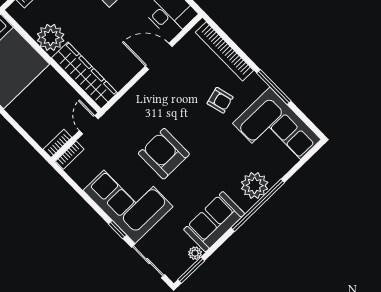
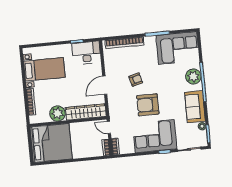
door: (159, 56) -> (105, 85), moved
armchair: (220, 100) -> (136, 80), moved

